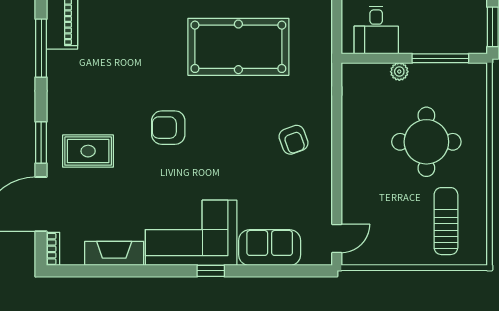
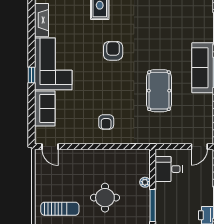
pool table: (238, 47) -> (159, 91), width x0.73, depth x0.76
armchair: (294, 140) -> (106, 122), turned -70
round table: (426, 142) -> (105, 198), width x0.73, depth x0.73

